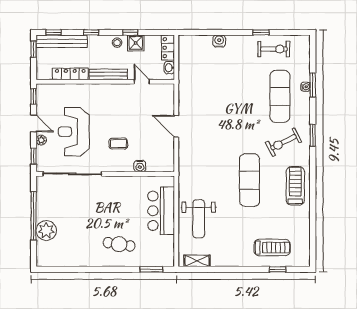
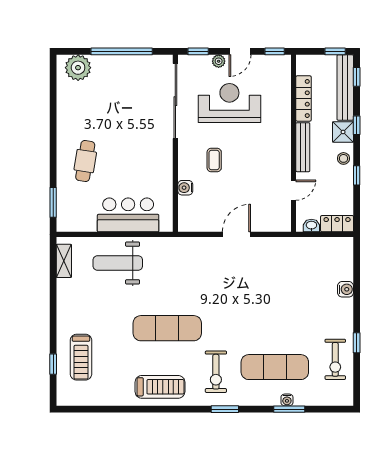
shower: (136, 43) -> (343, 132), moved
exercise bike: (284, 142) -> (216, 372), turned -153
plant: (46, 230) -> (78, 68), moved

